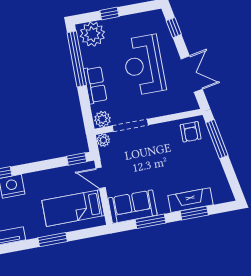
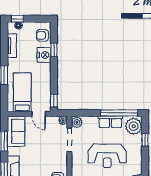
reception desk: (144, 65) -> (107, 156), turned 180
row of seats: (95, 85) -> (110, 122), moved
door: (101, 178) -> (39, 114), swing flipped

